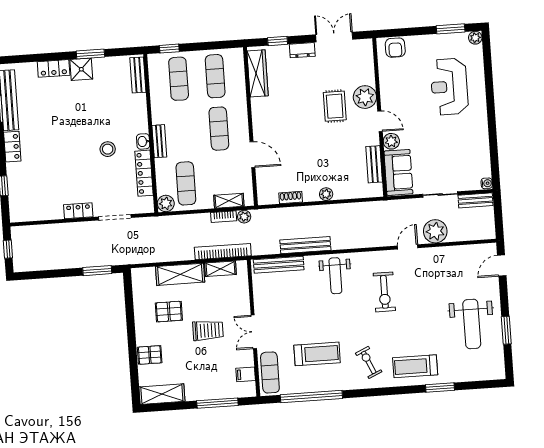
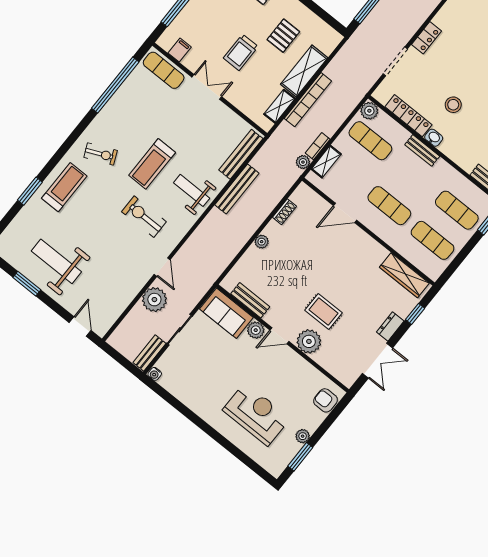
plant: (475, 38) -> (303, 436), moved
bookcase: (223, 252) -> (308, 100), moved
treadmill: (317, 354) -> (152, 164), moved

